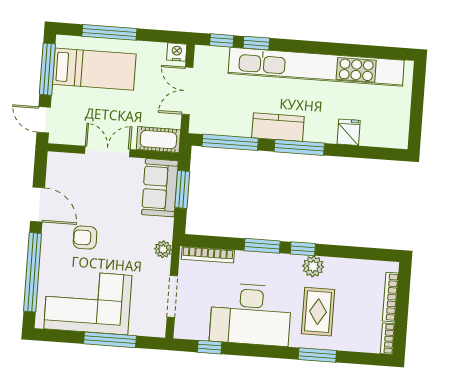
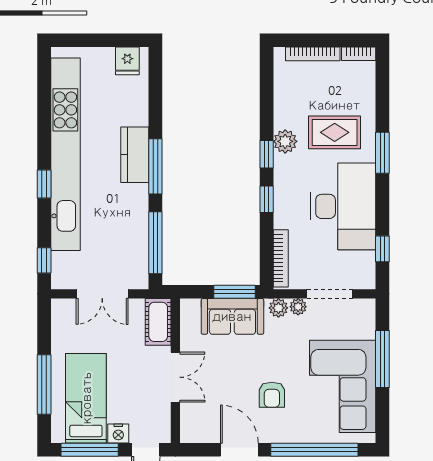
window: (256, 43) -> (44, 184), moved
nightstand: (177, 52) -> (118, 433), moved, turned -90
kitchen counter: (278, 127) -> (135, 155), moved
fridge: (349, 132) -> (127, 61), moved, turned -90
double door: (107, 152) -> (175, 377), swing flipped
sofa: (160, 188) -> (232, 316), moved
window: (182, 190) -> (235, 292), moved
door: (37, 204) -> (239, 450), hinge flipped
window: (262, 246) -> (267, 199), width x0.67
plant: (163, 267) -> (298, 307), added
window: (317, 355) -> (382, 153), moved

